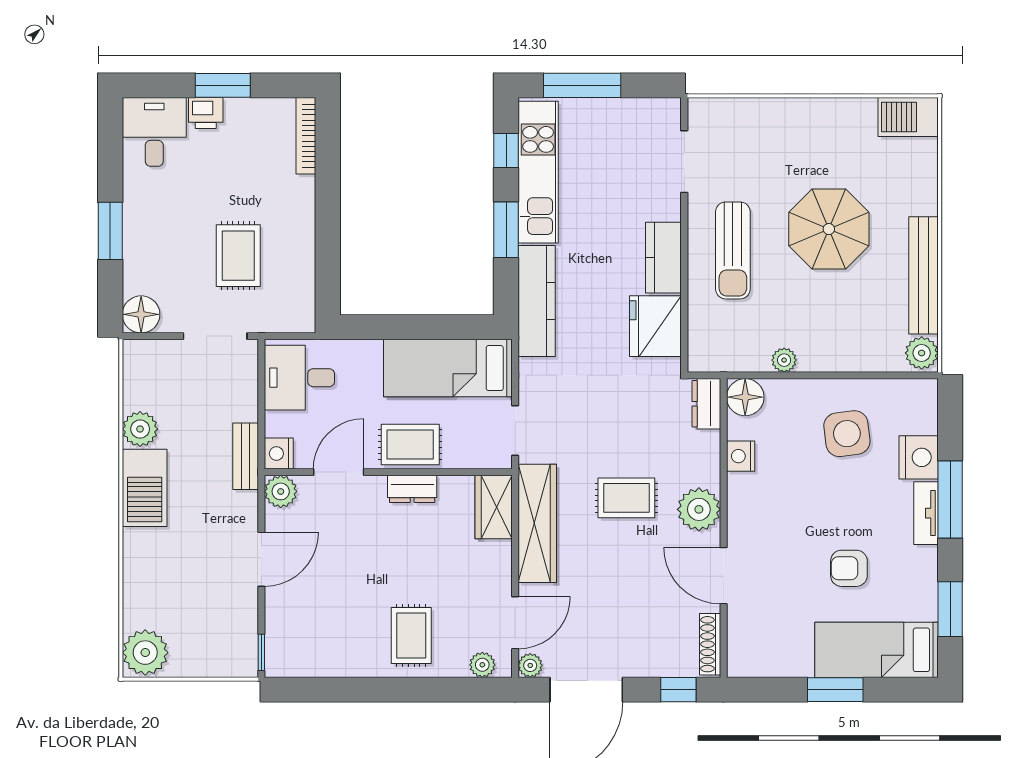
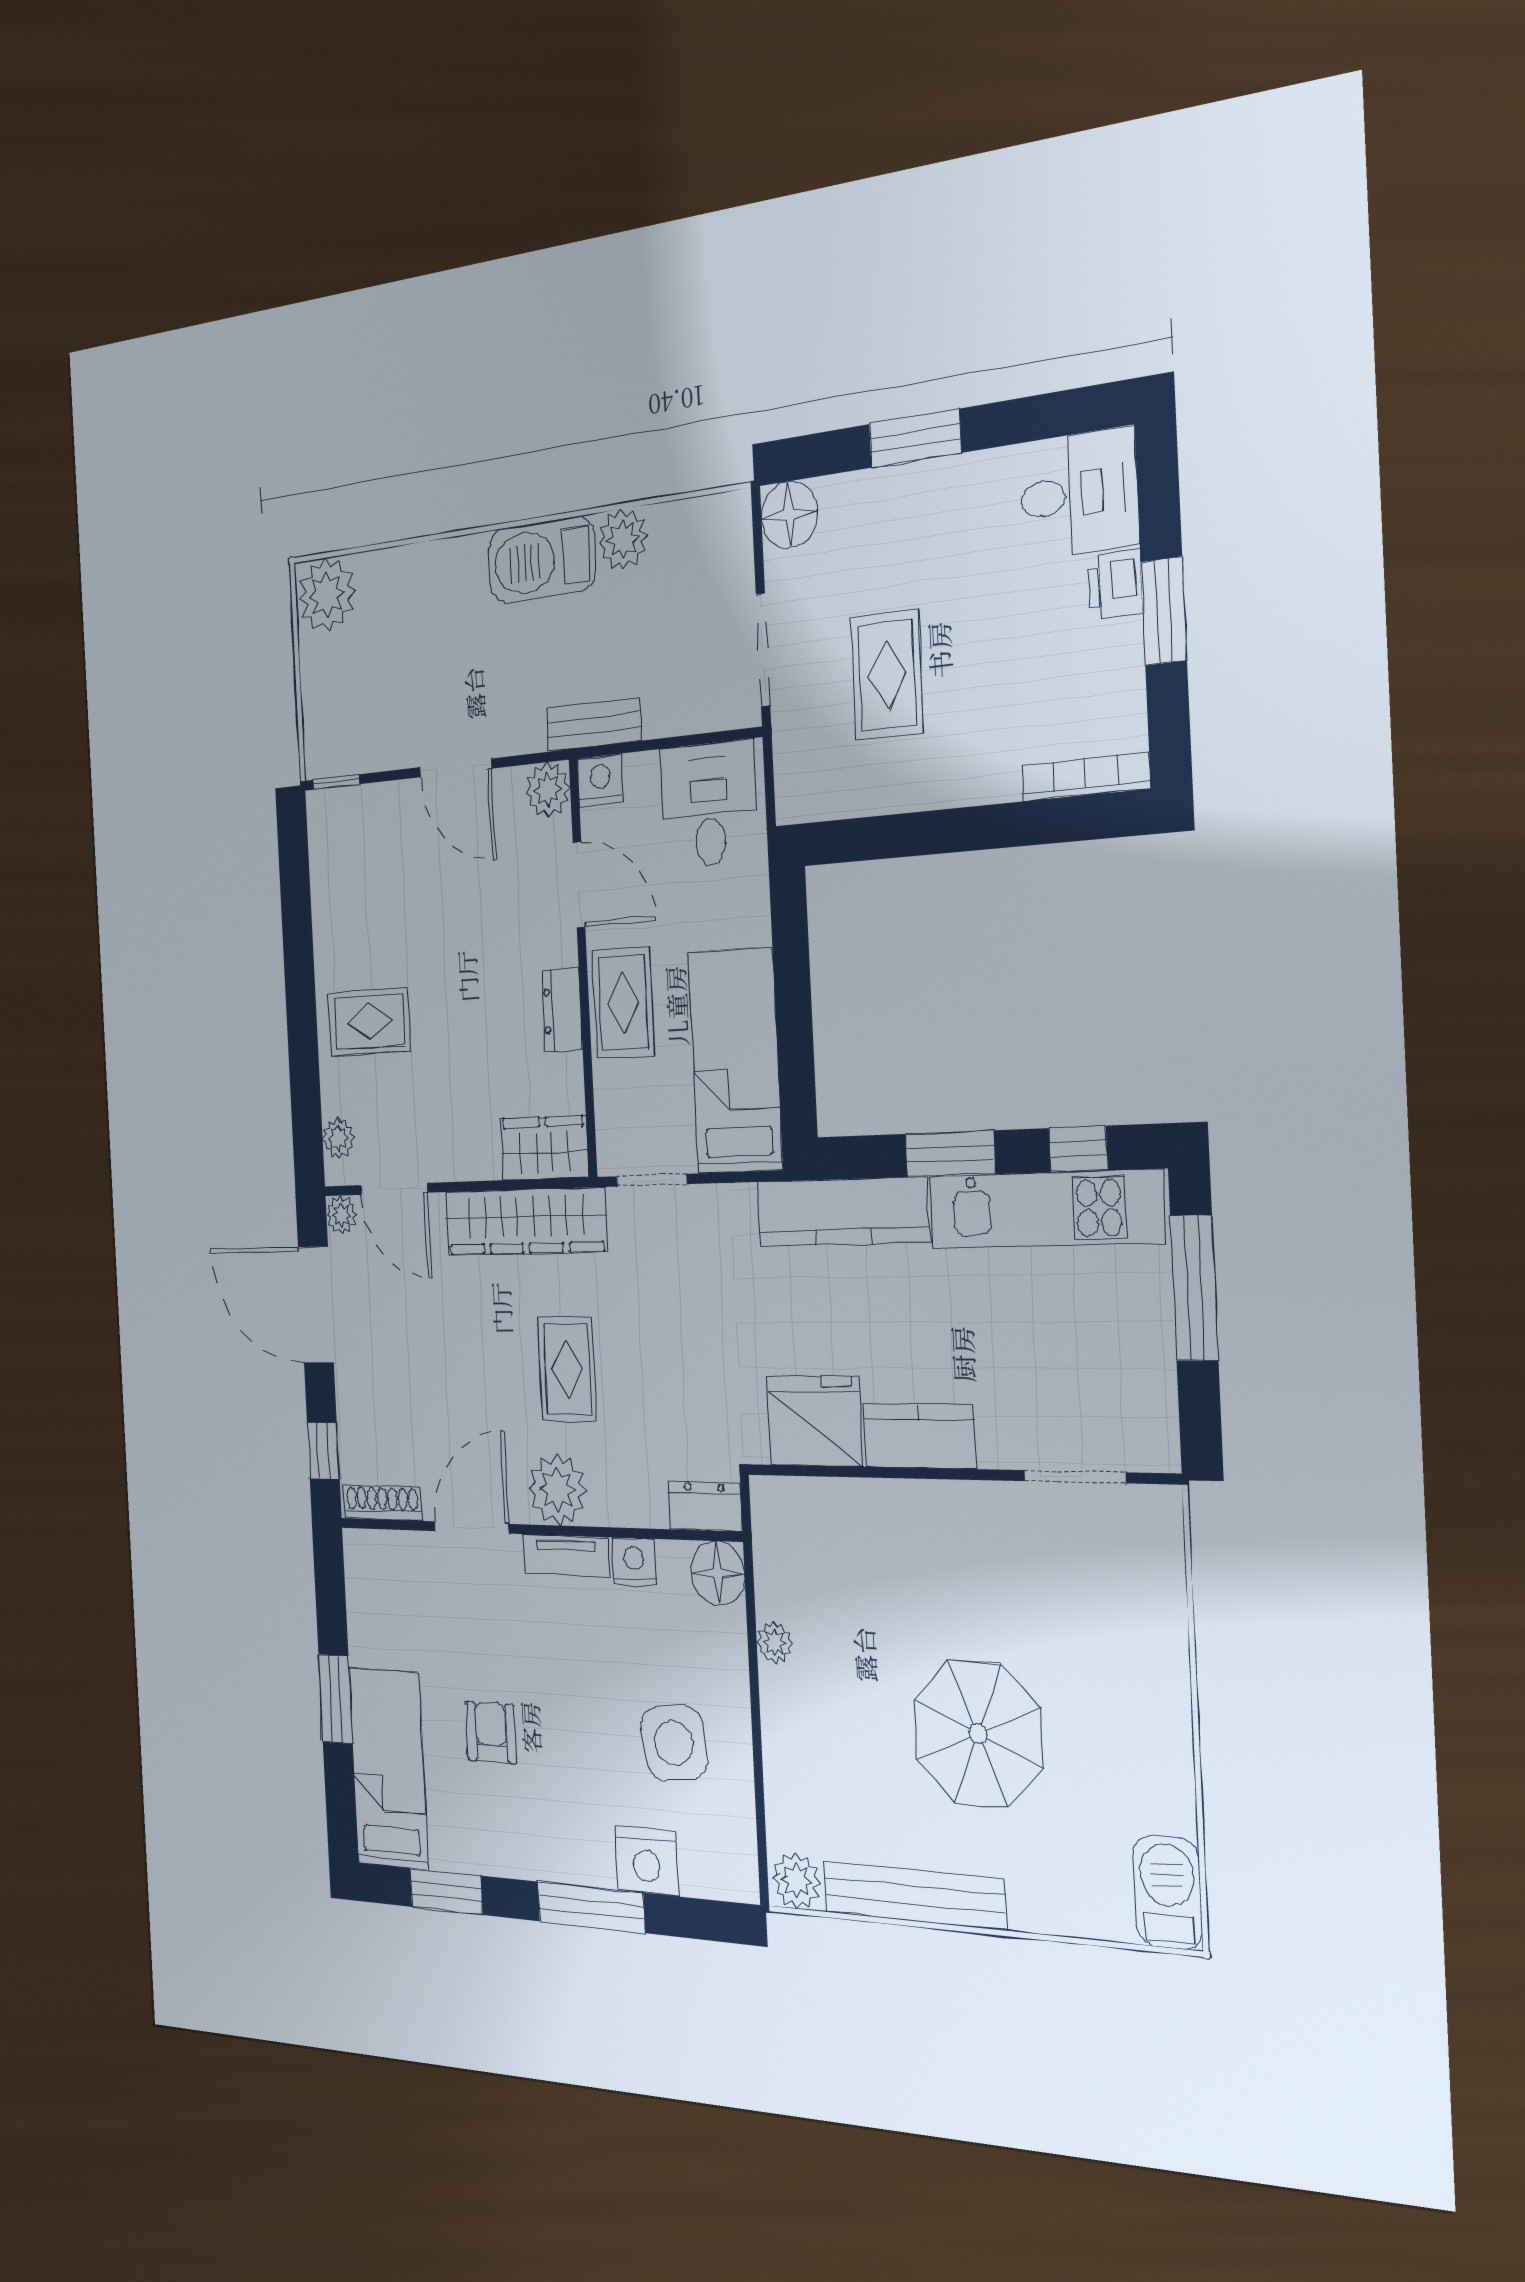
sun lounger: (733, 250) -> (936, 1560), removed
rug: (238, 256) -> (887, 675), turned 90
tv unit: (926, 513) -> (566, 1556), moved, turned 180

